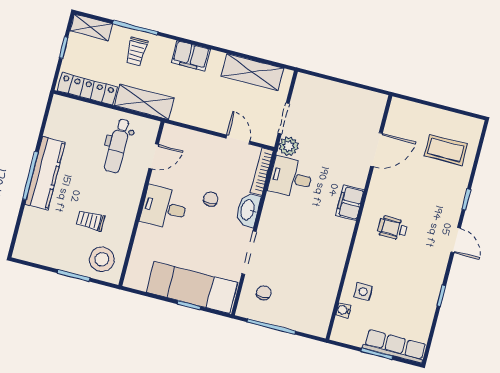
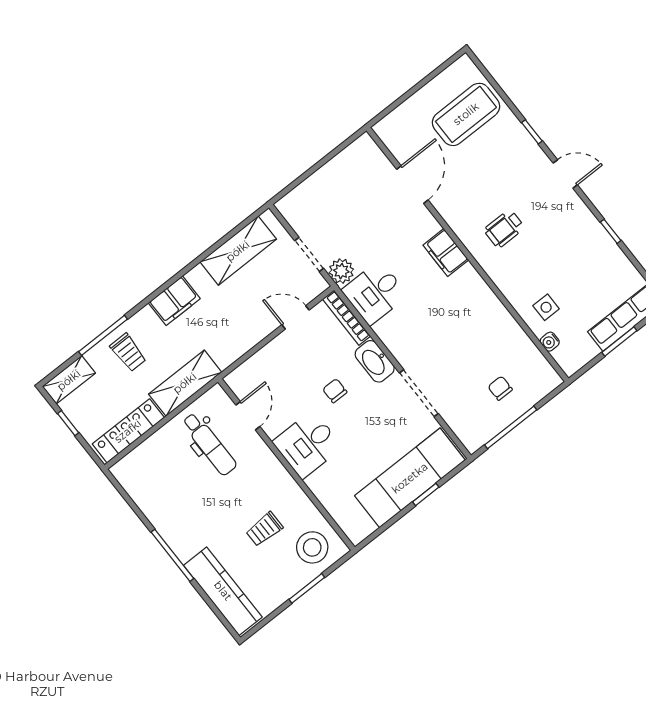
coffee table: (446, 150) -> (466, 114), width x1.36, depth x1.32
kitchen counter: (45, 173) -> (223, 591), moved
chair: (264, 293) -> (500, 388), moved

